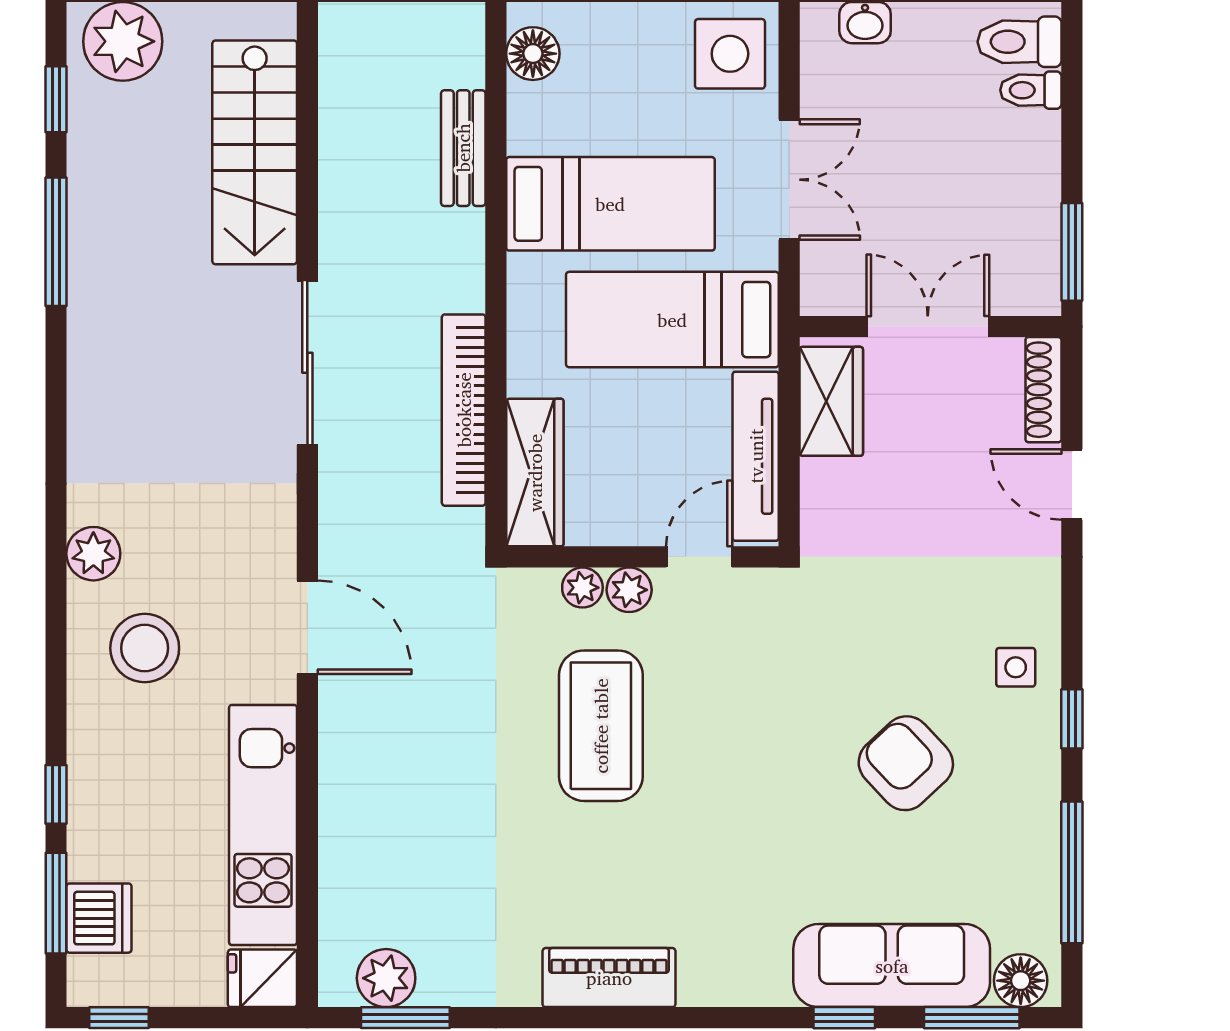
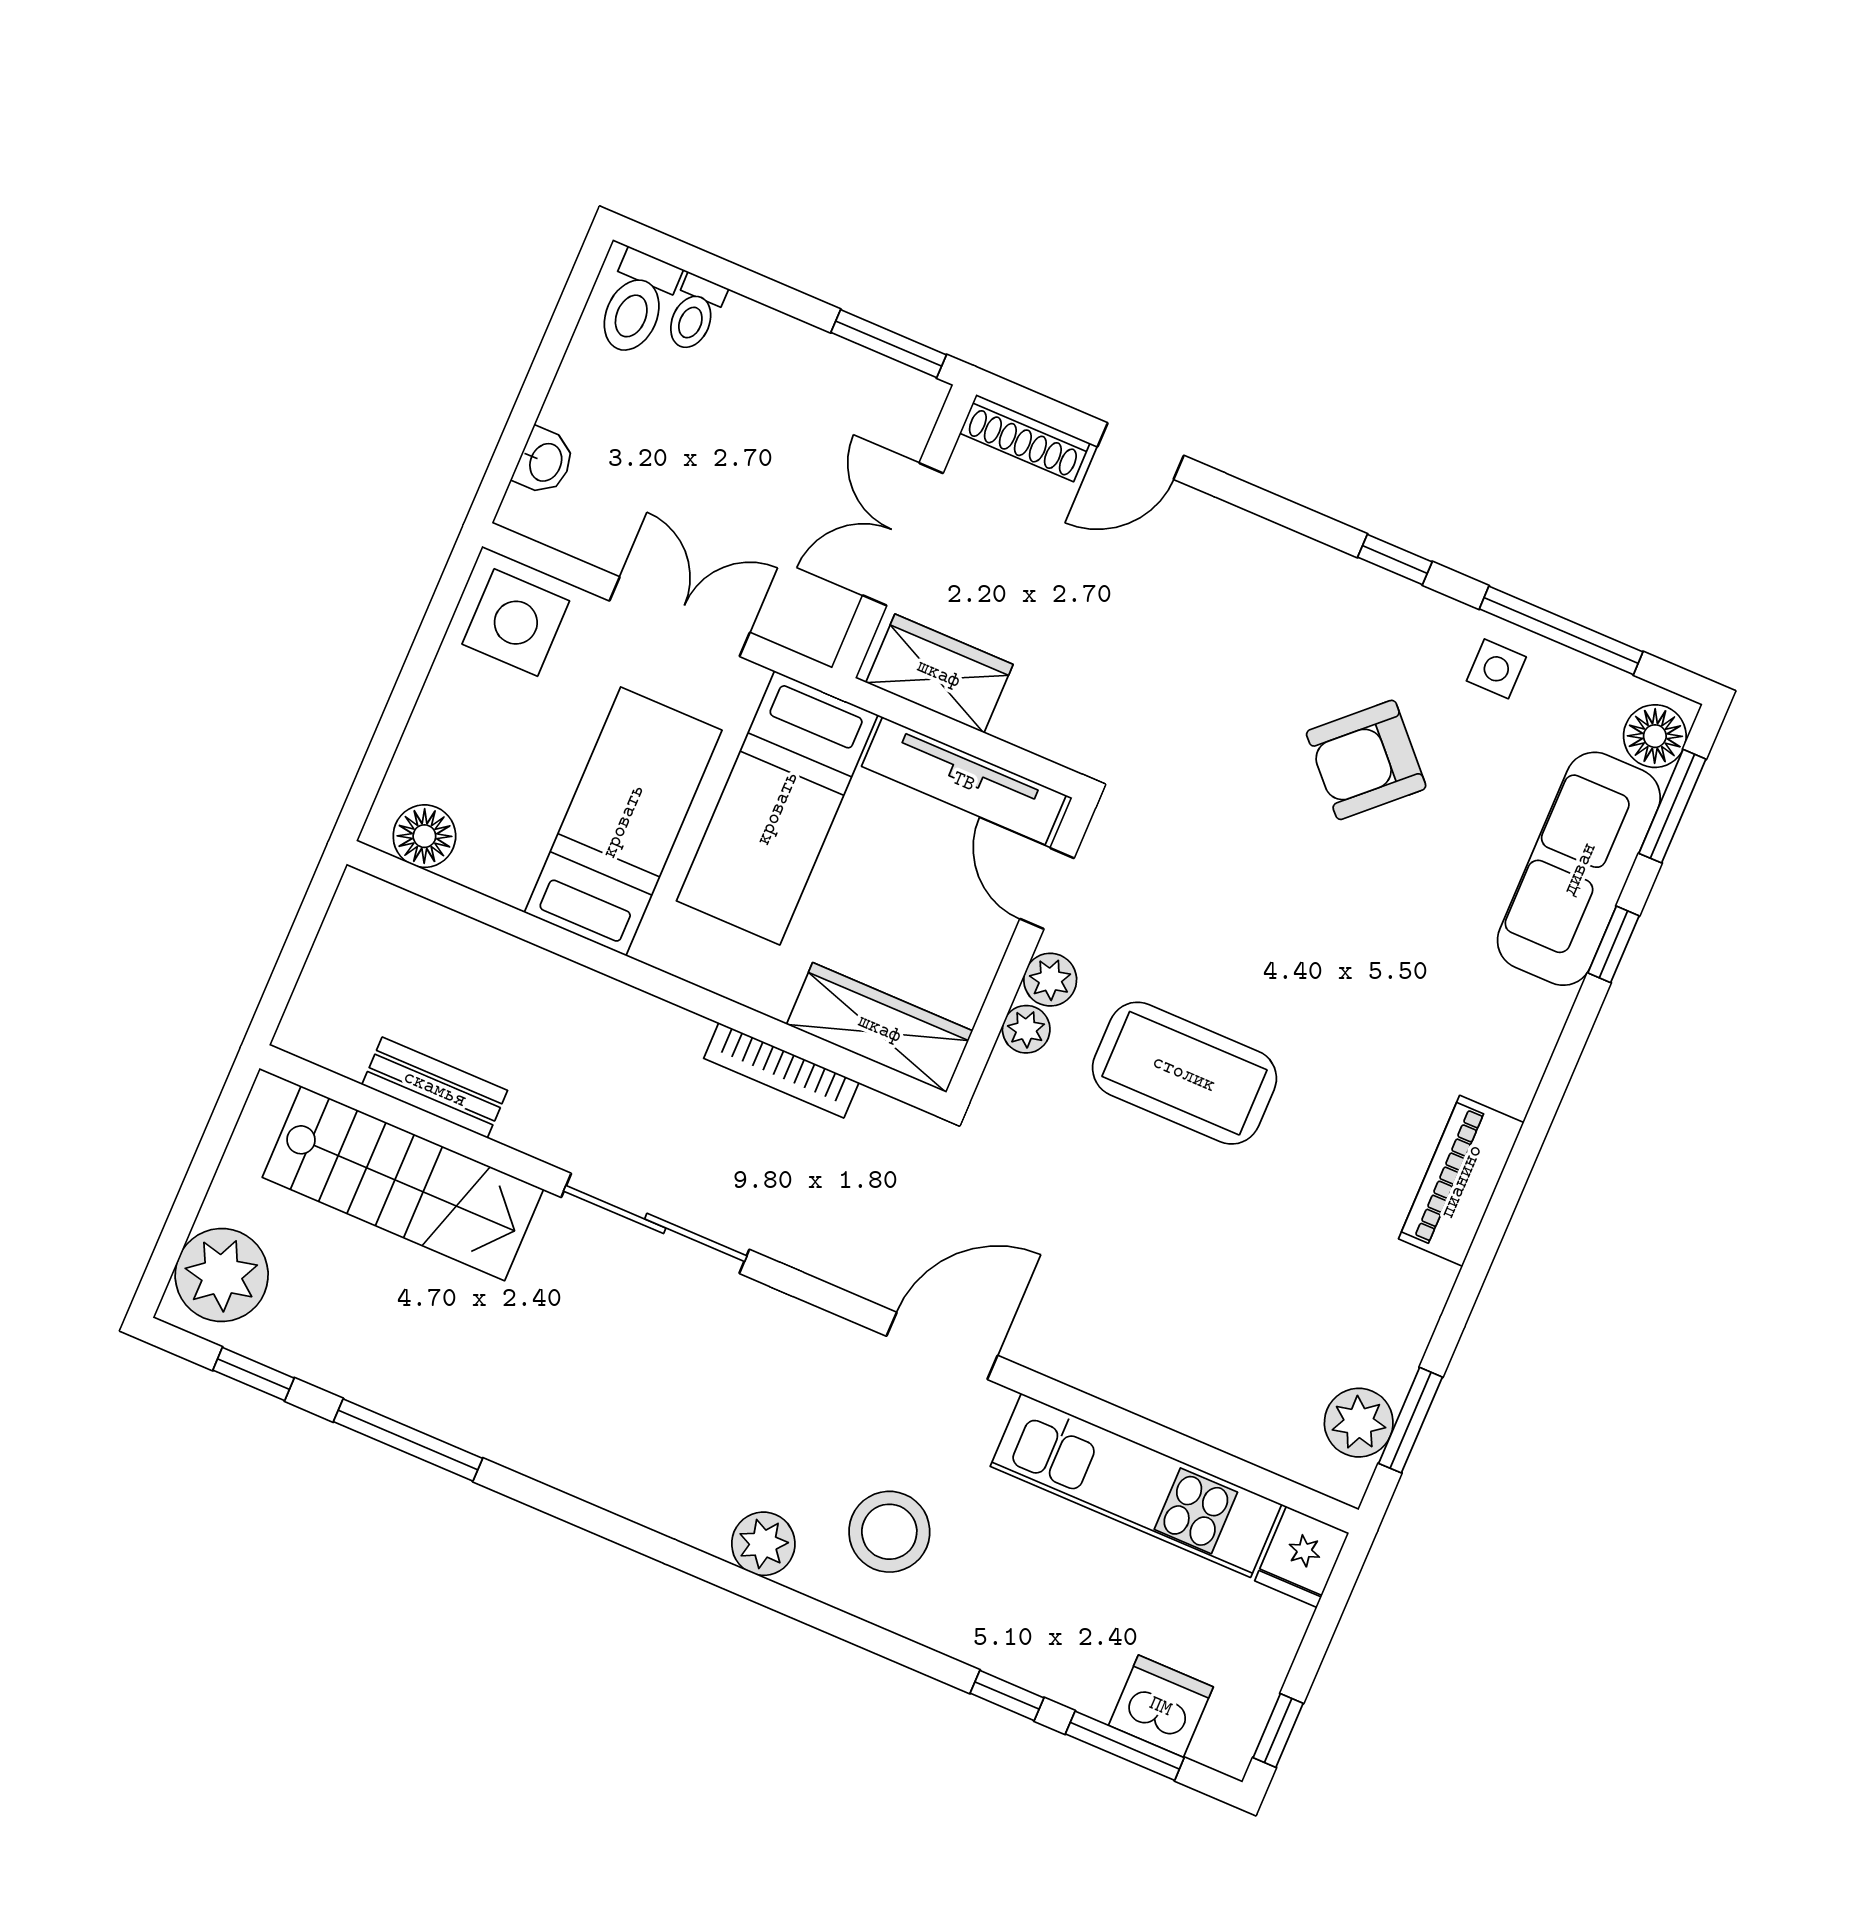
bench: (463, 148) -> (435, 1088), moved
bookcase: (464, 410) -> (781, 1070), width x0.68, depth x0.76
side table: (1016, 667) -> (1496, 669), moved

